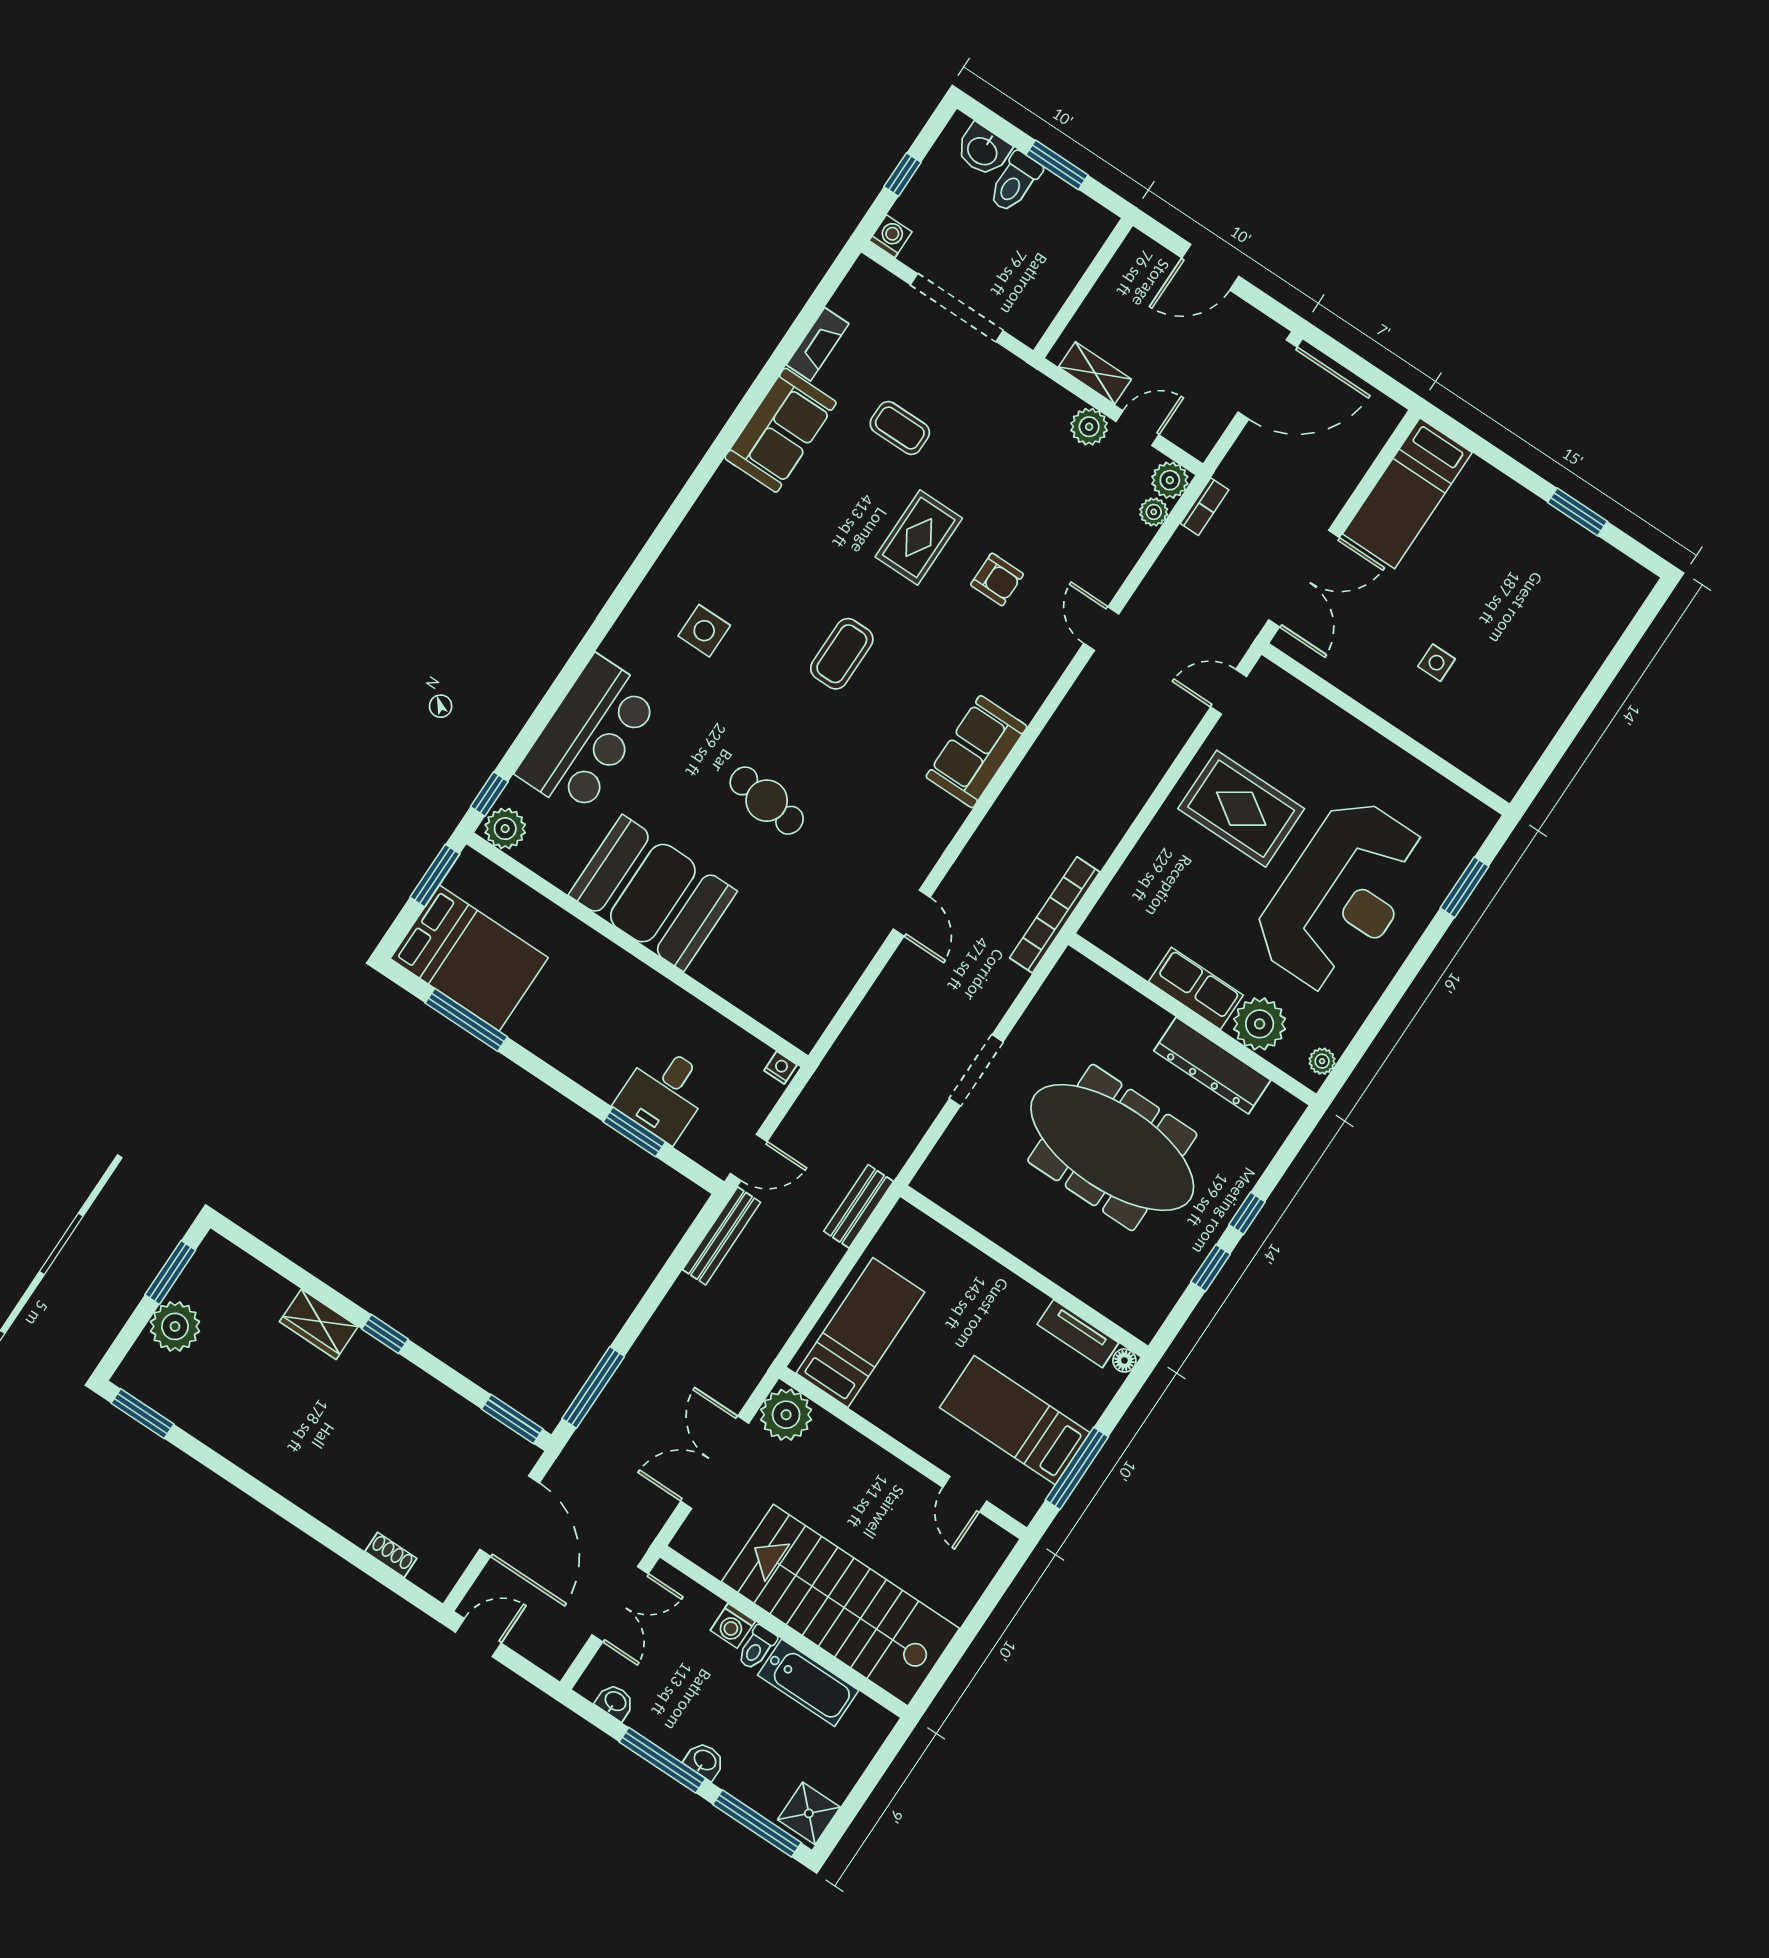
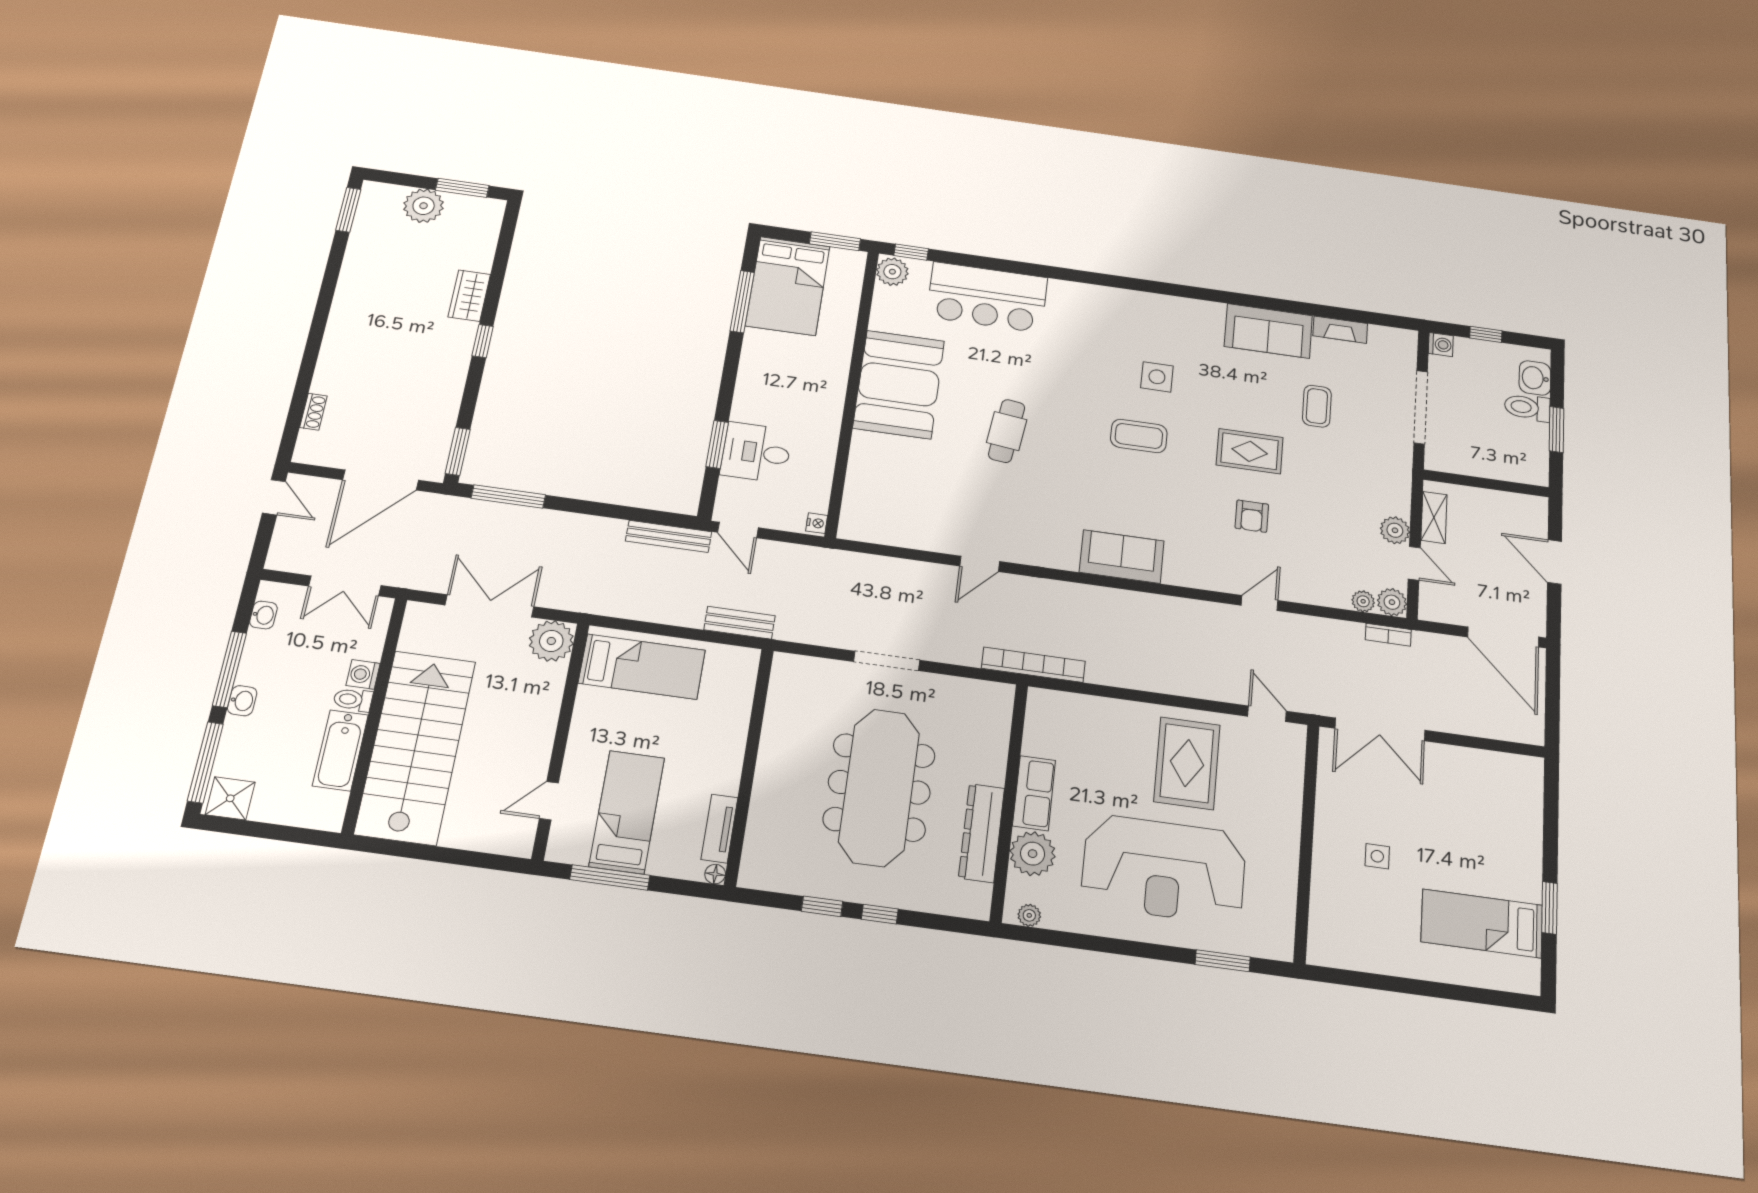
bed: (1407, 493) -> (1482, 923), moved
side table: (704, 631) -> (1157, 377), moved

